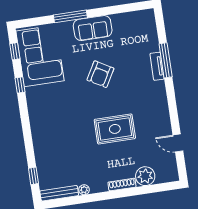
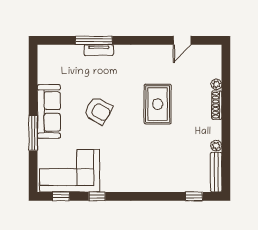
sofa: (93, 28) -> (49, 111), width x1.36
plant: (145, 176) -> (216, 84), width x0.53, depth x0.53

